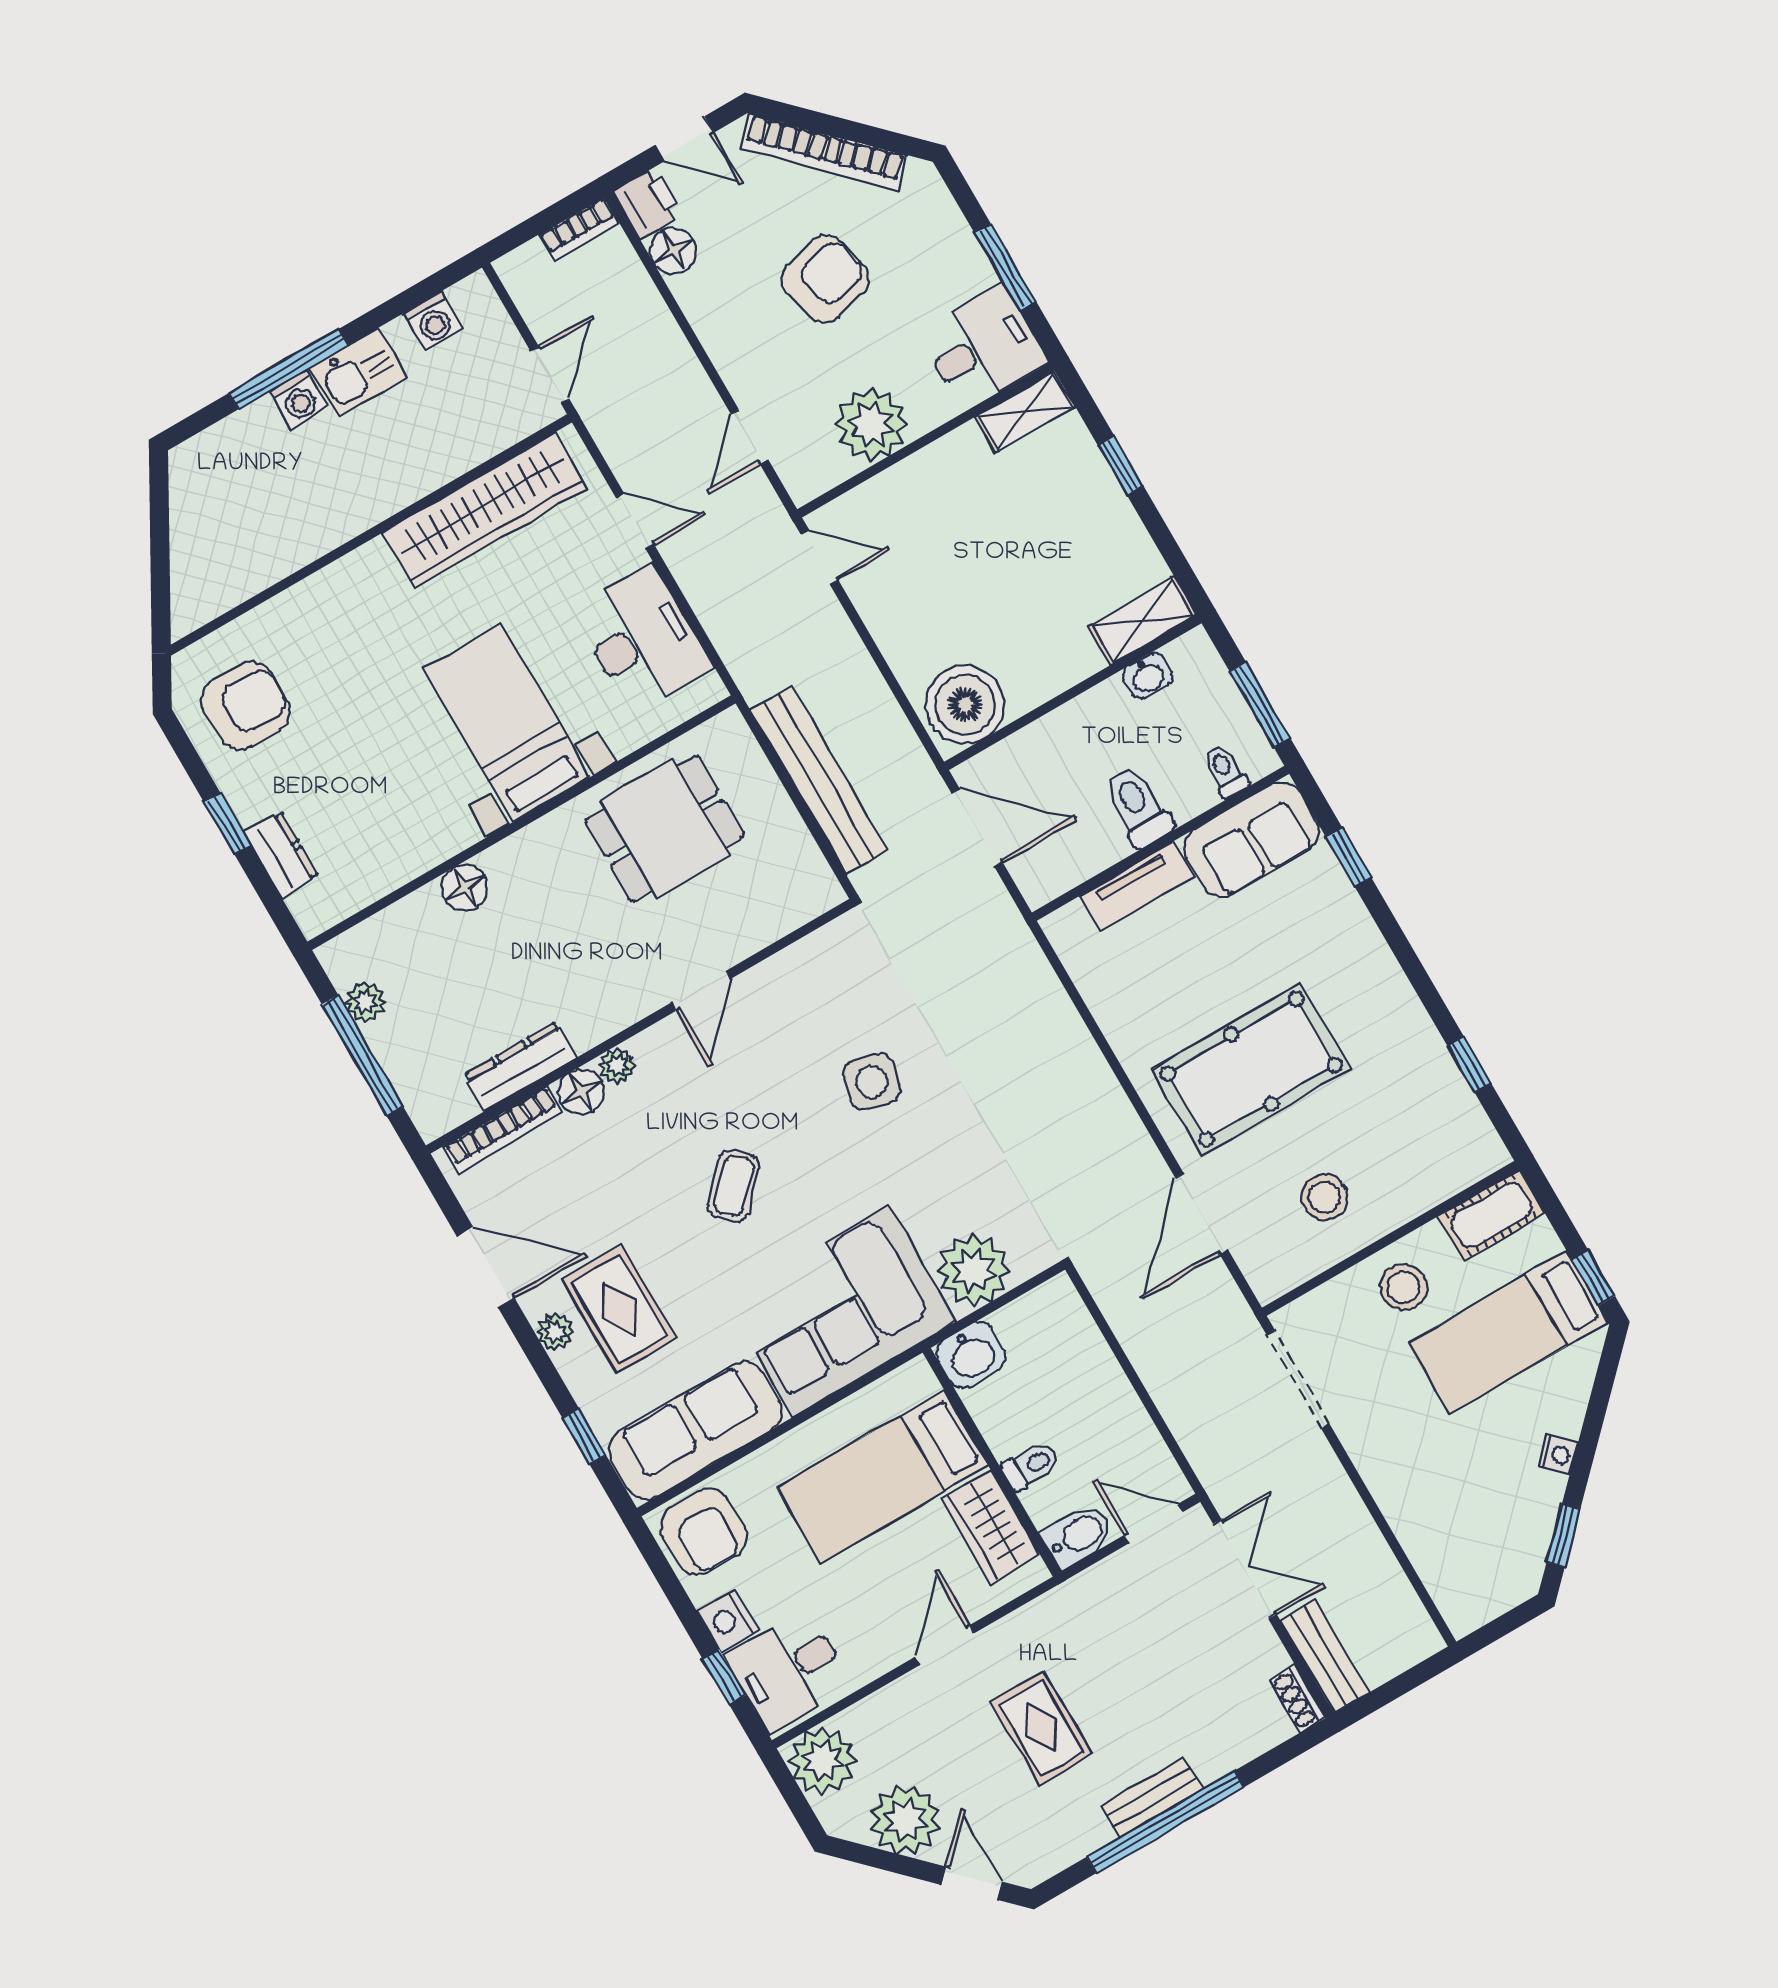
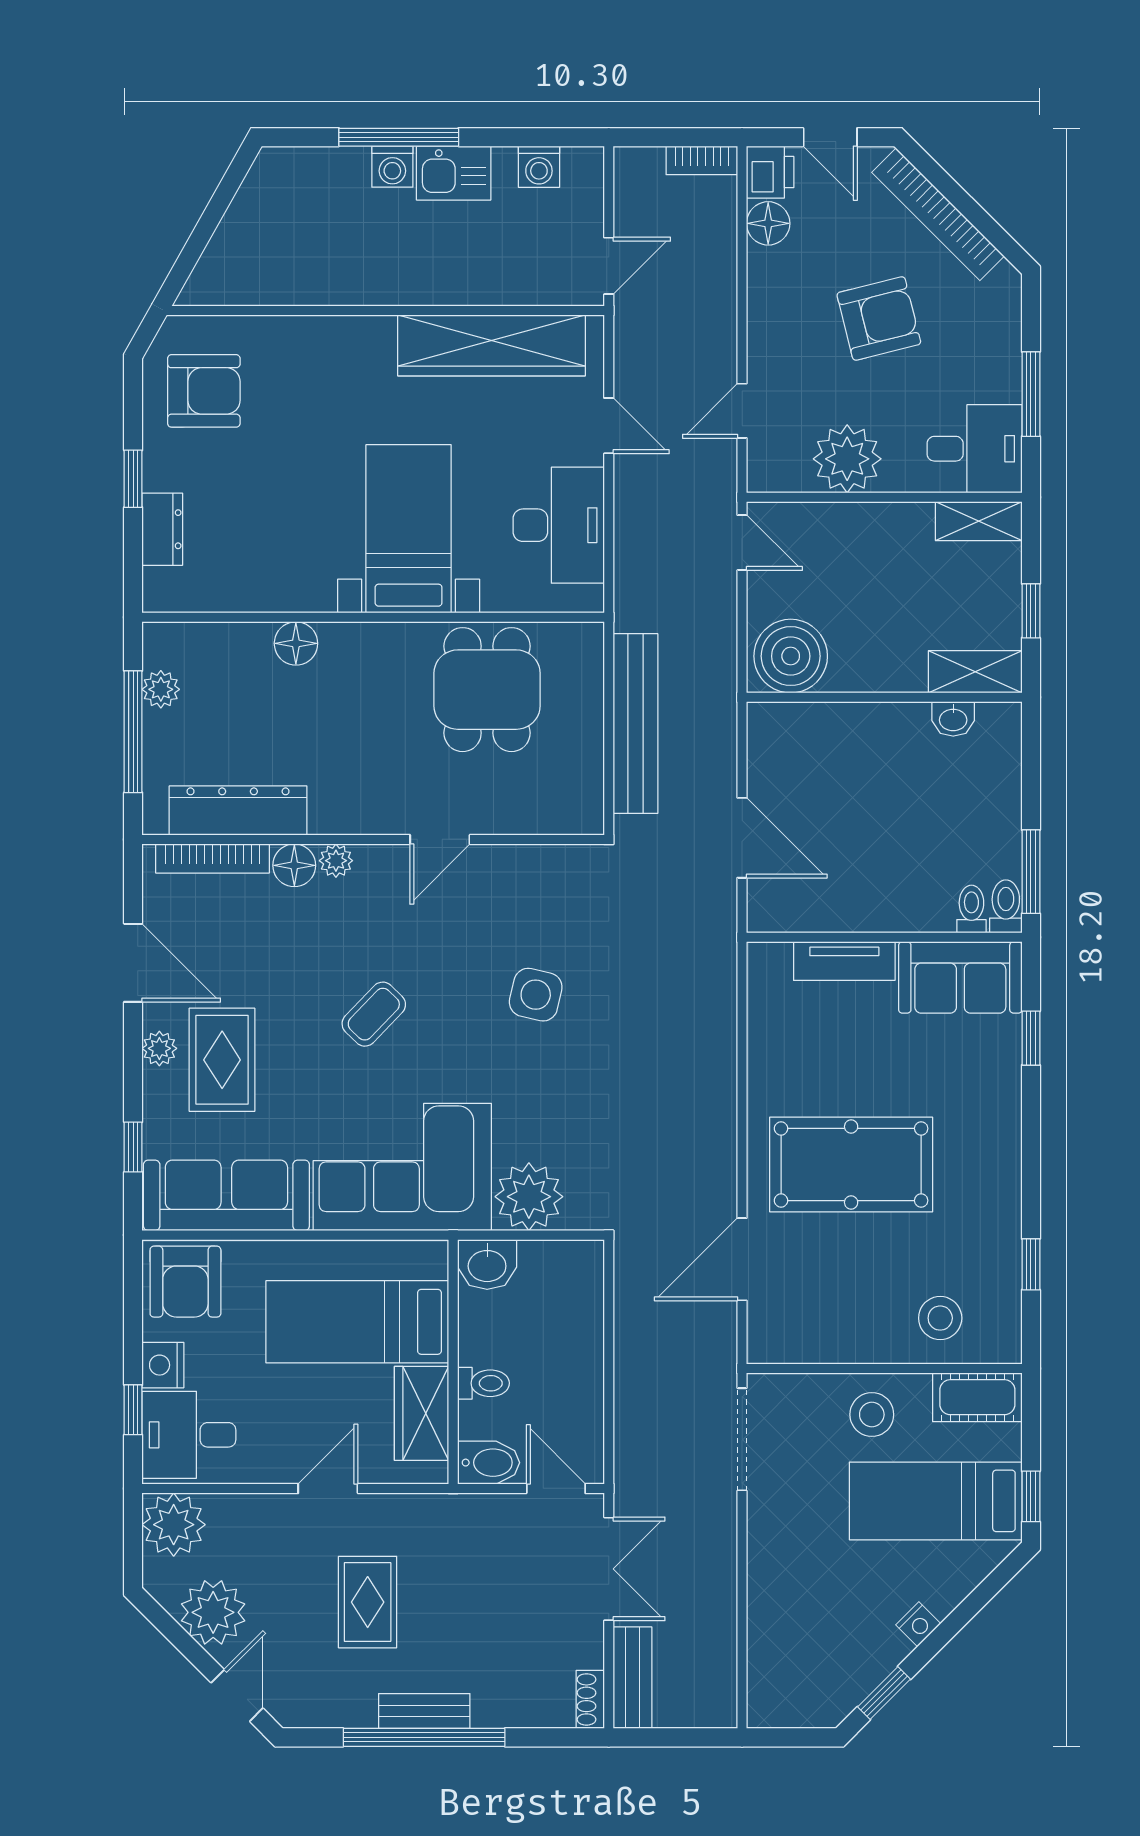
shelving: (1143, 621) -> (975, 672), moved
washbasin: (1147, 676) -> (953, 719), moved
wall: (1073, 693) -> (884, 697), moved
boiler: (965, 705) -> (791, 656), moved
toilet: (1138, 806) -> (1006, 906), moved, width x0.73, depth x0.72
dining table: (664, 828) -> (487, 690), turned 90
dresser: (520, 1066) -> (238, 810), width x1.37, depth x1.24
stool: (1324, 1197) -> (940, 1318), moved

